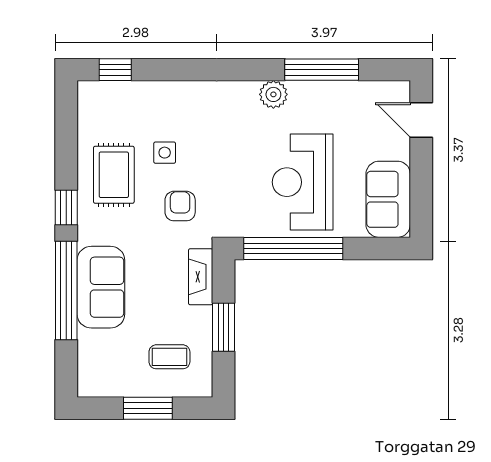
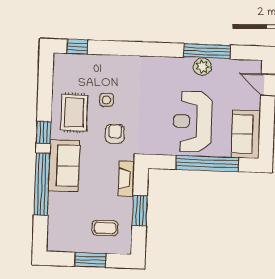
plant: (273, 94) -> (202, 67), moved
window: (293, 248) -> (207, 164), moved
sofa: (101, 287) -> (64, 166), moved

